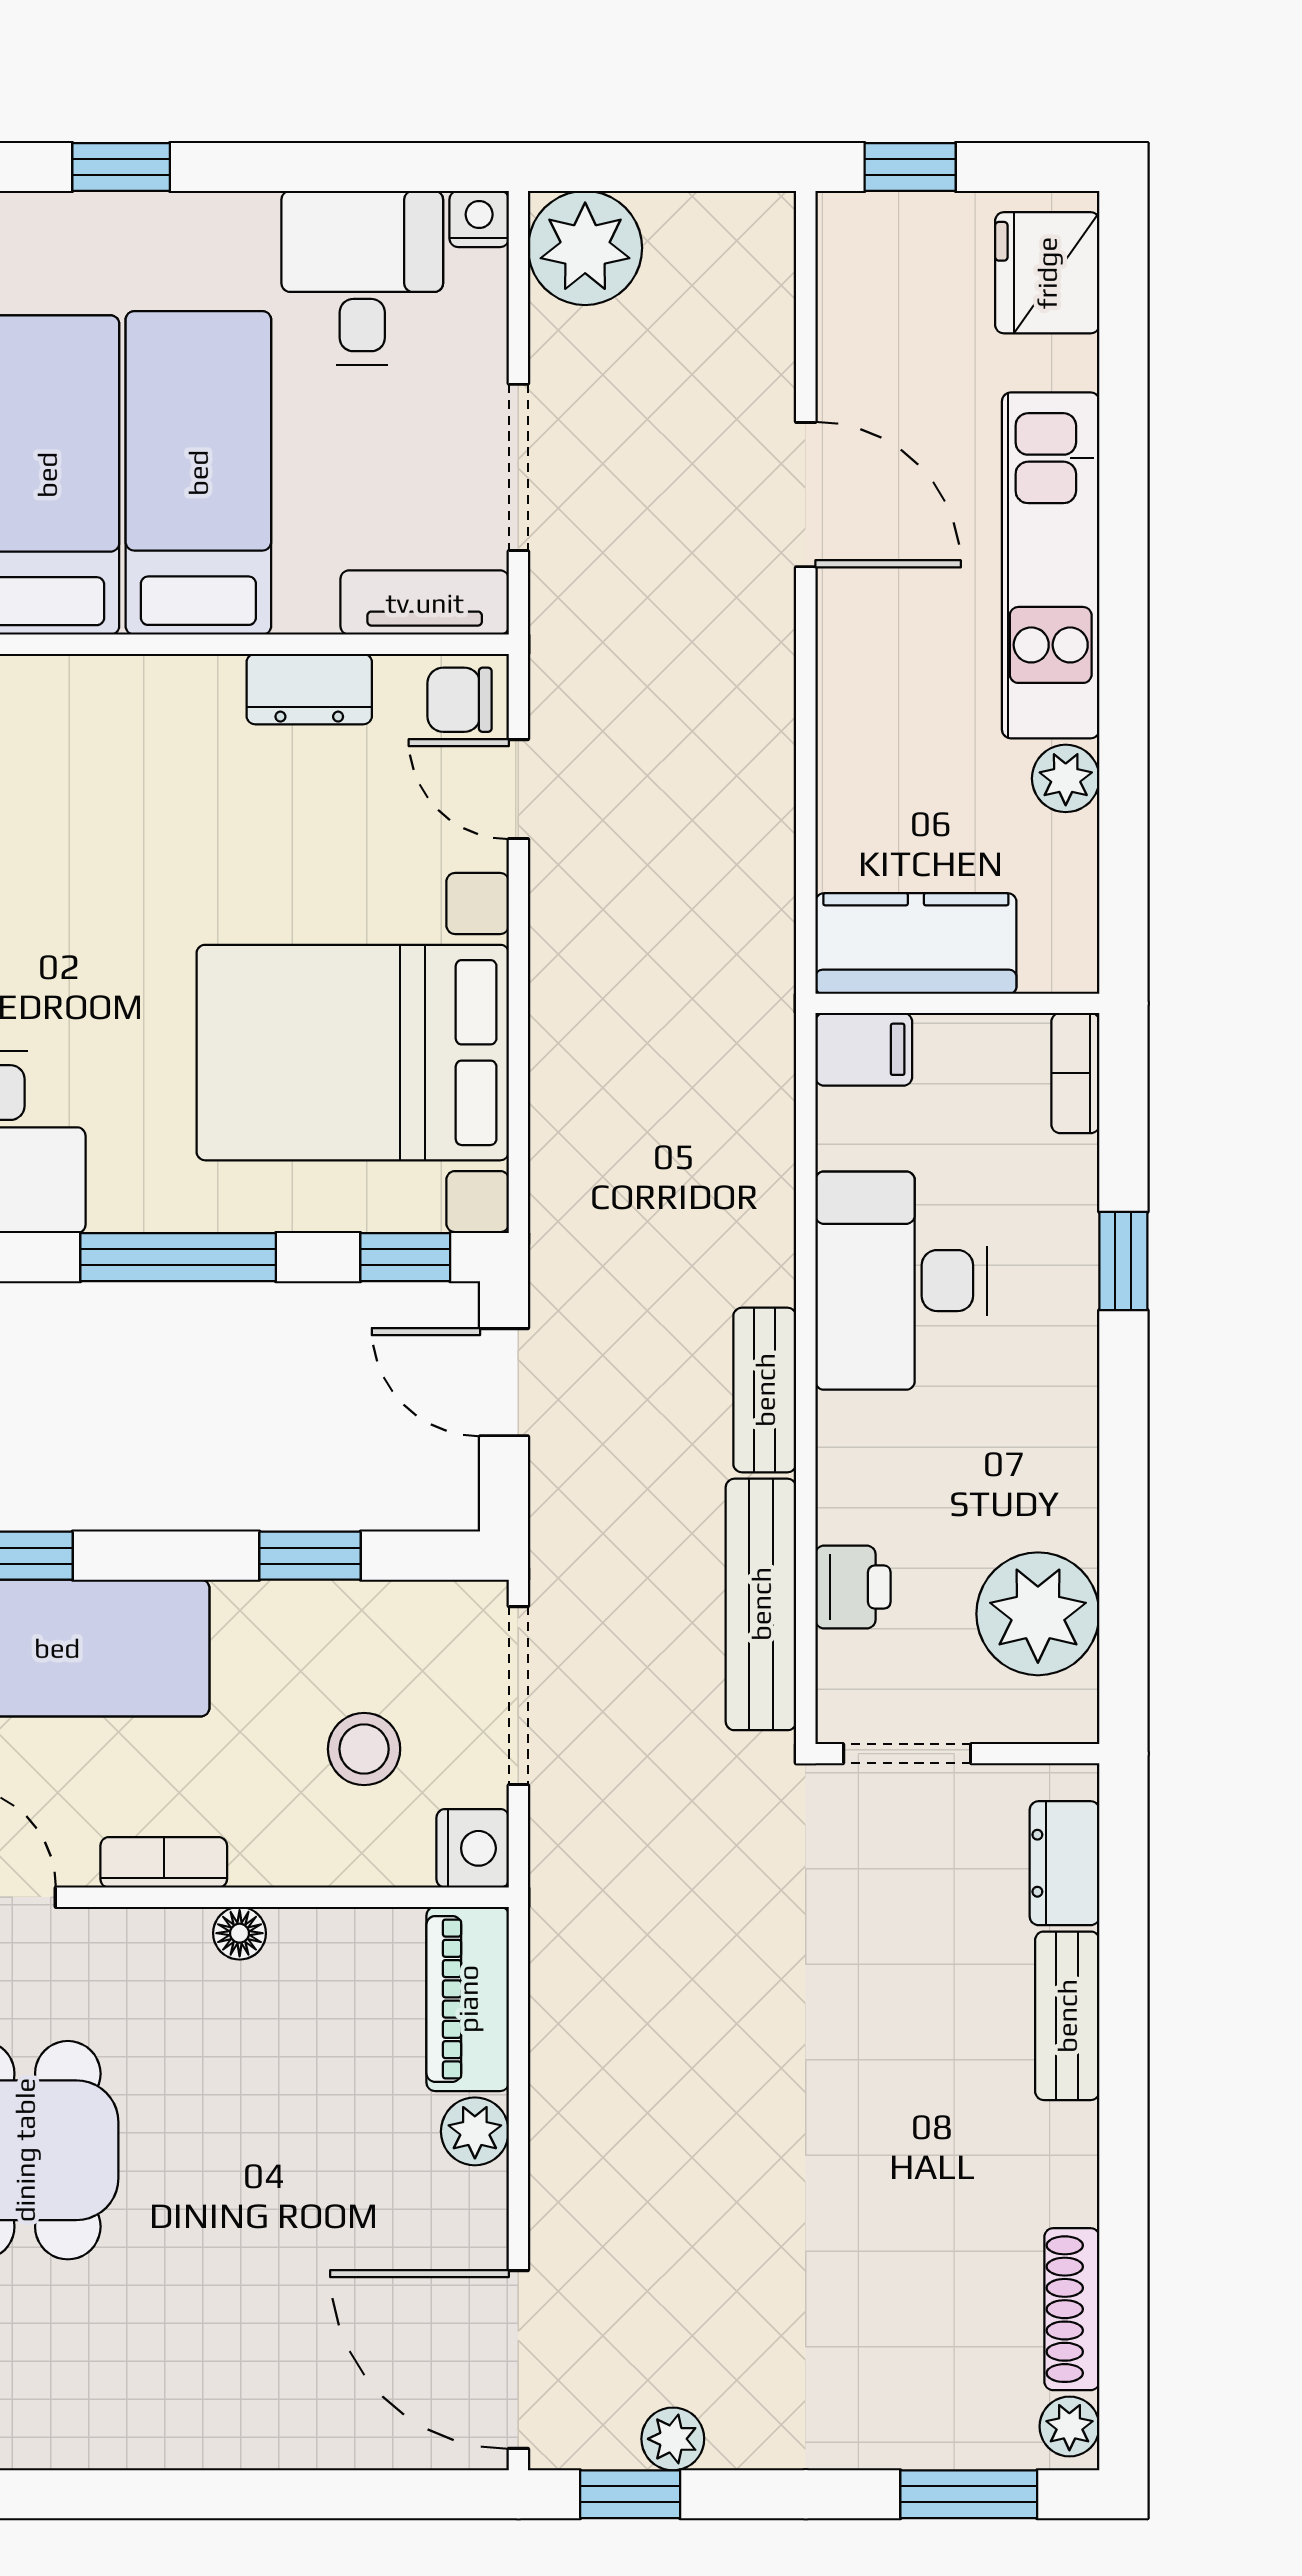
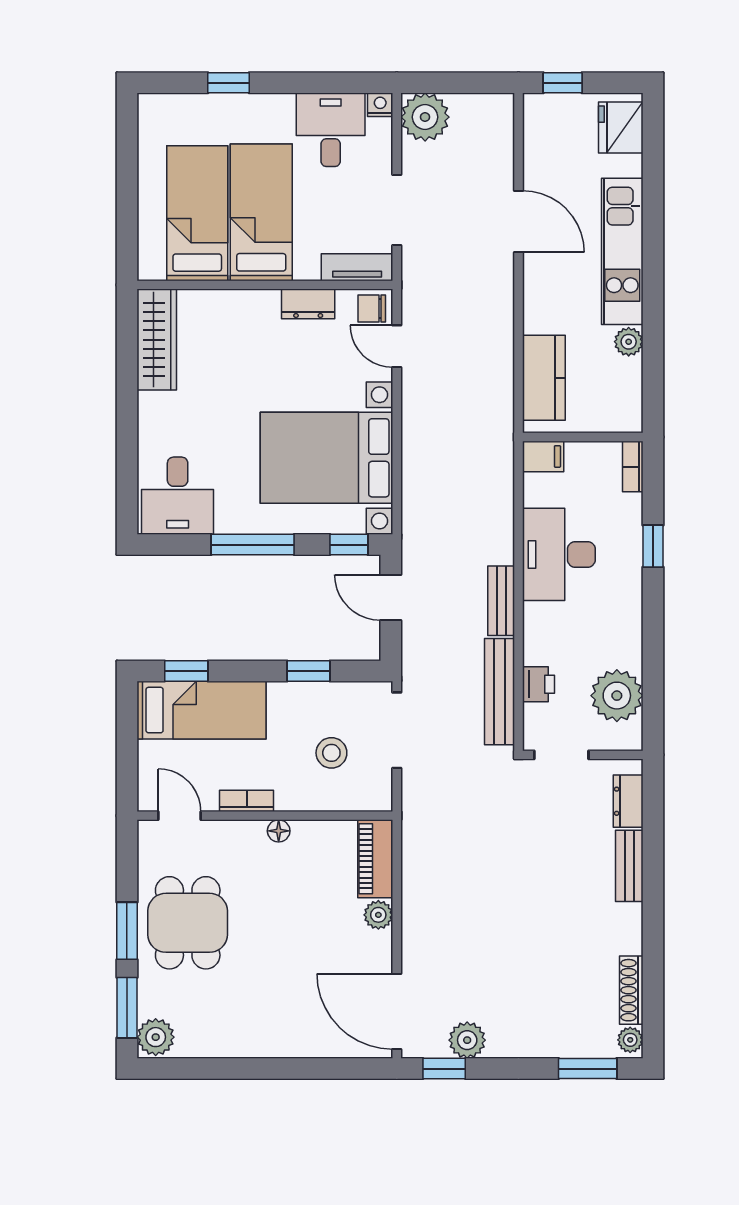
kitchen counter: (916, 944) -> (544, 378), moved, turned 90
nightstand: (473, 1848) -> (377, 795), removed
plant: (673, 2439) -> (467, 1040), width x1.38, depth x1.38

